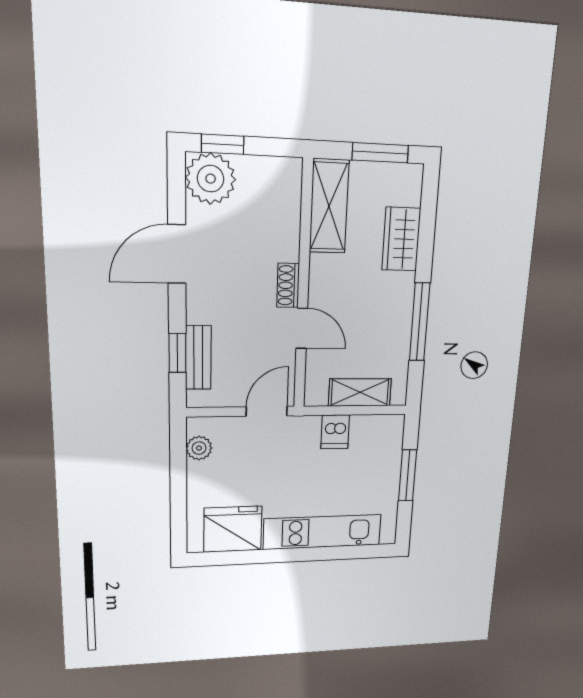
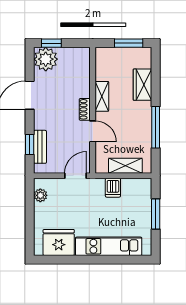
shelving: (329, 206) -> (102, 96), moved, width x0.67, depth x0.75

